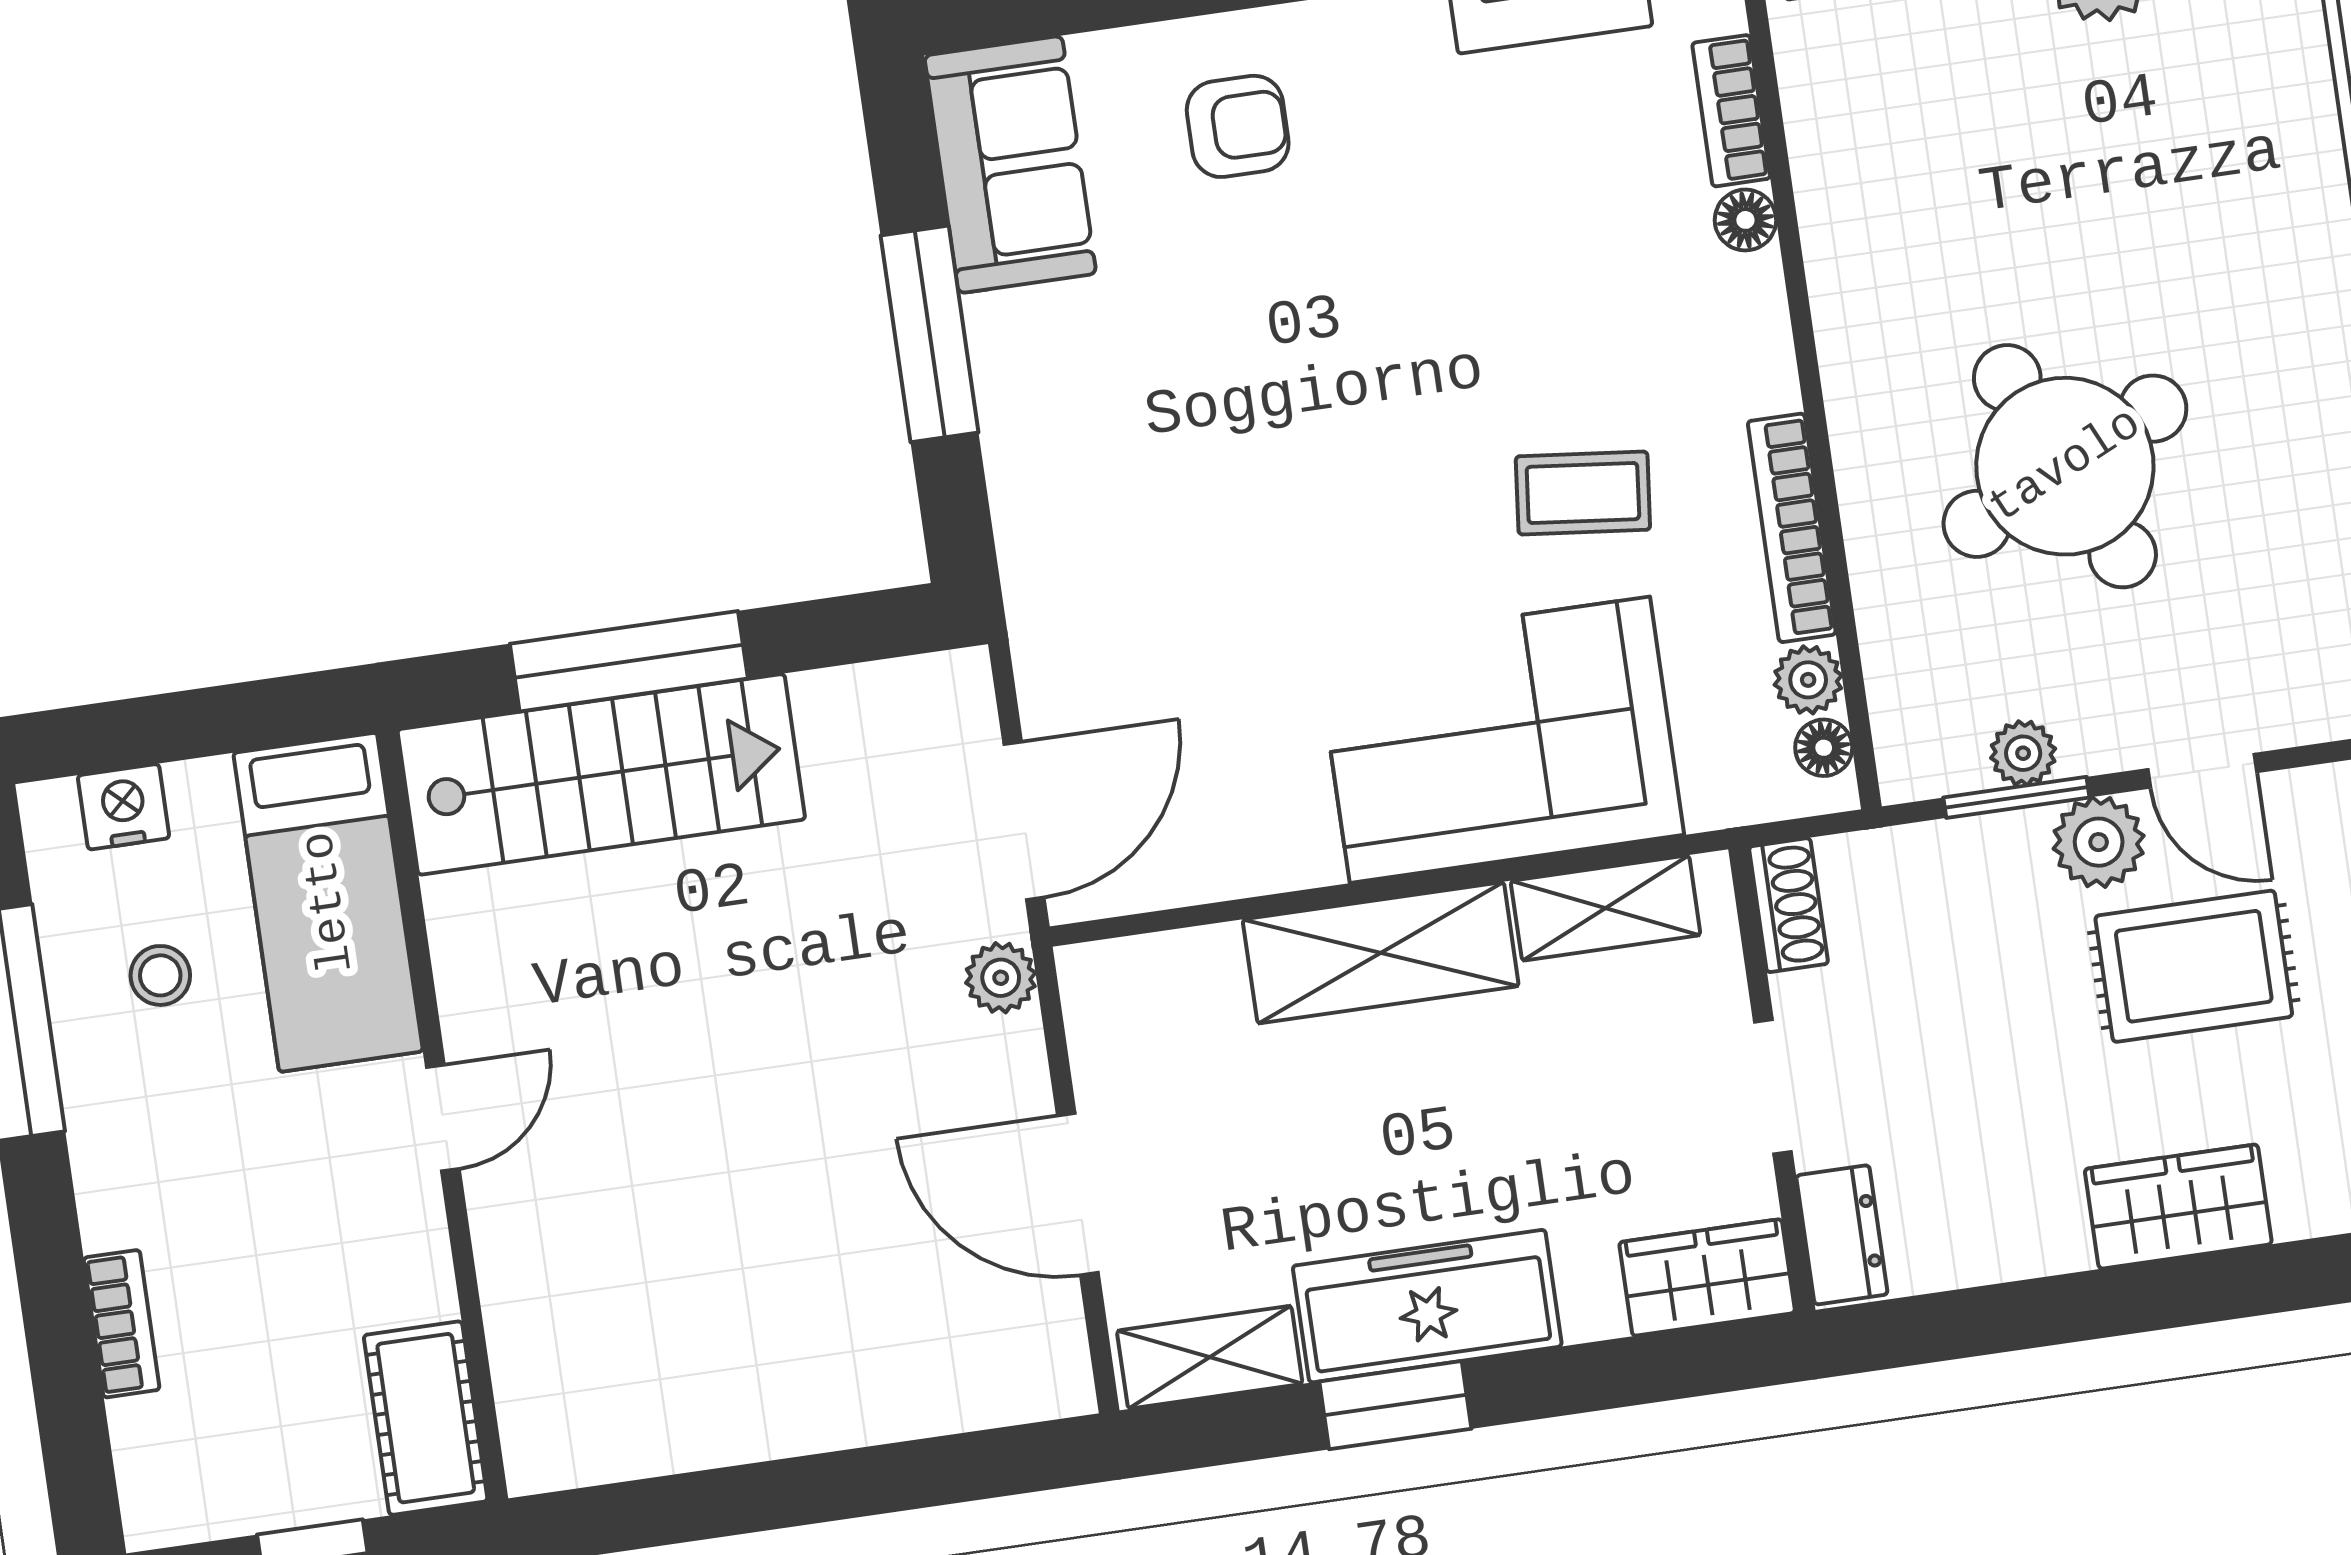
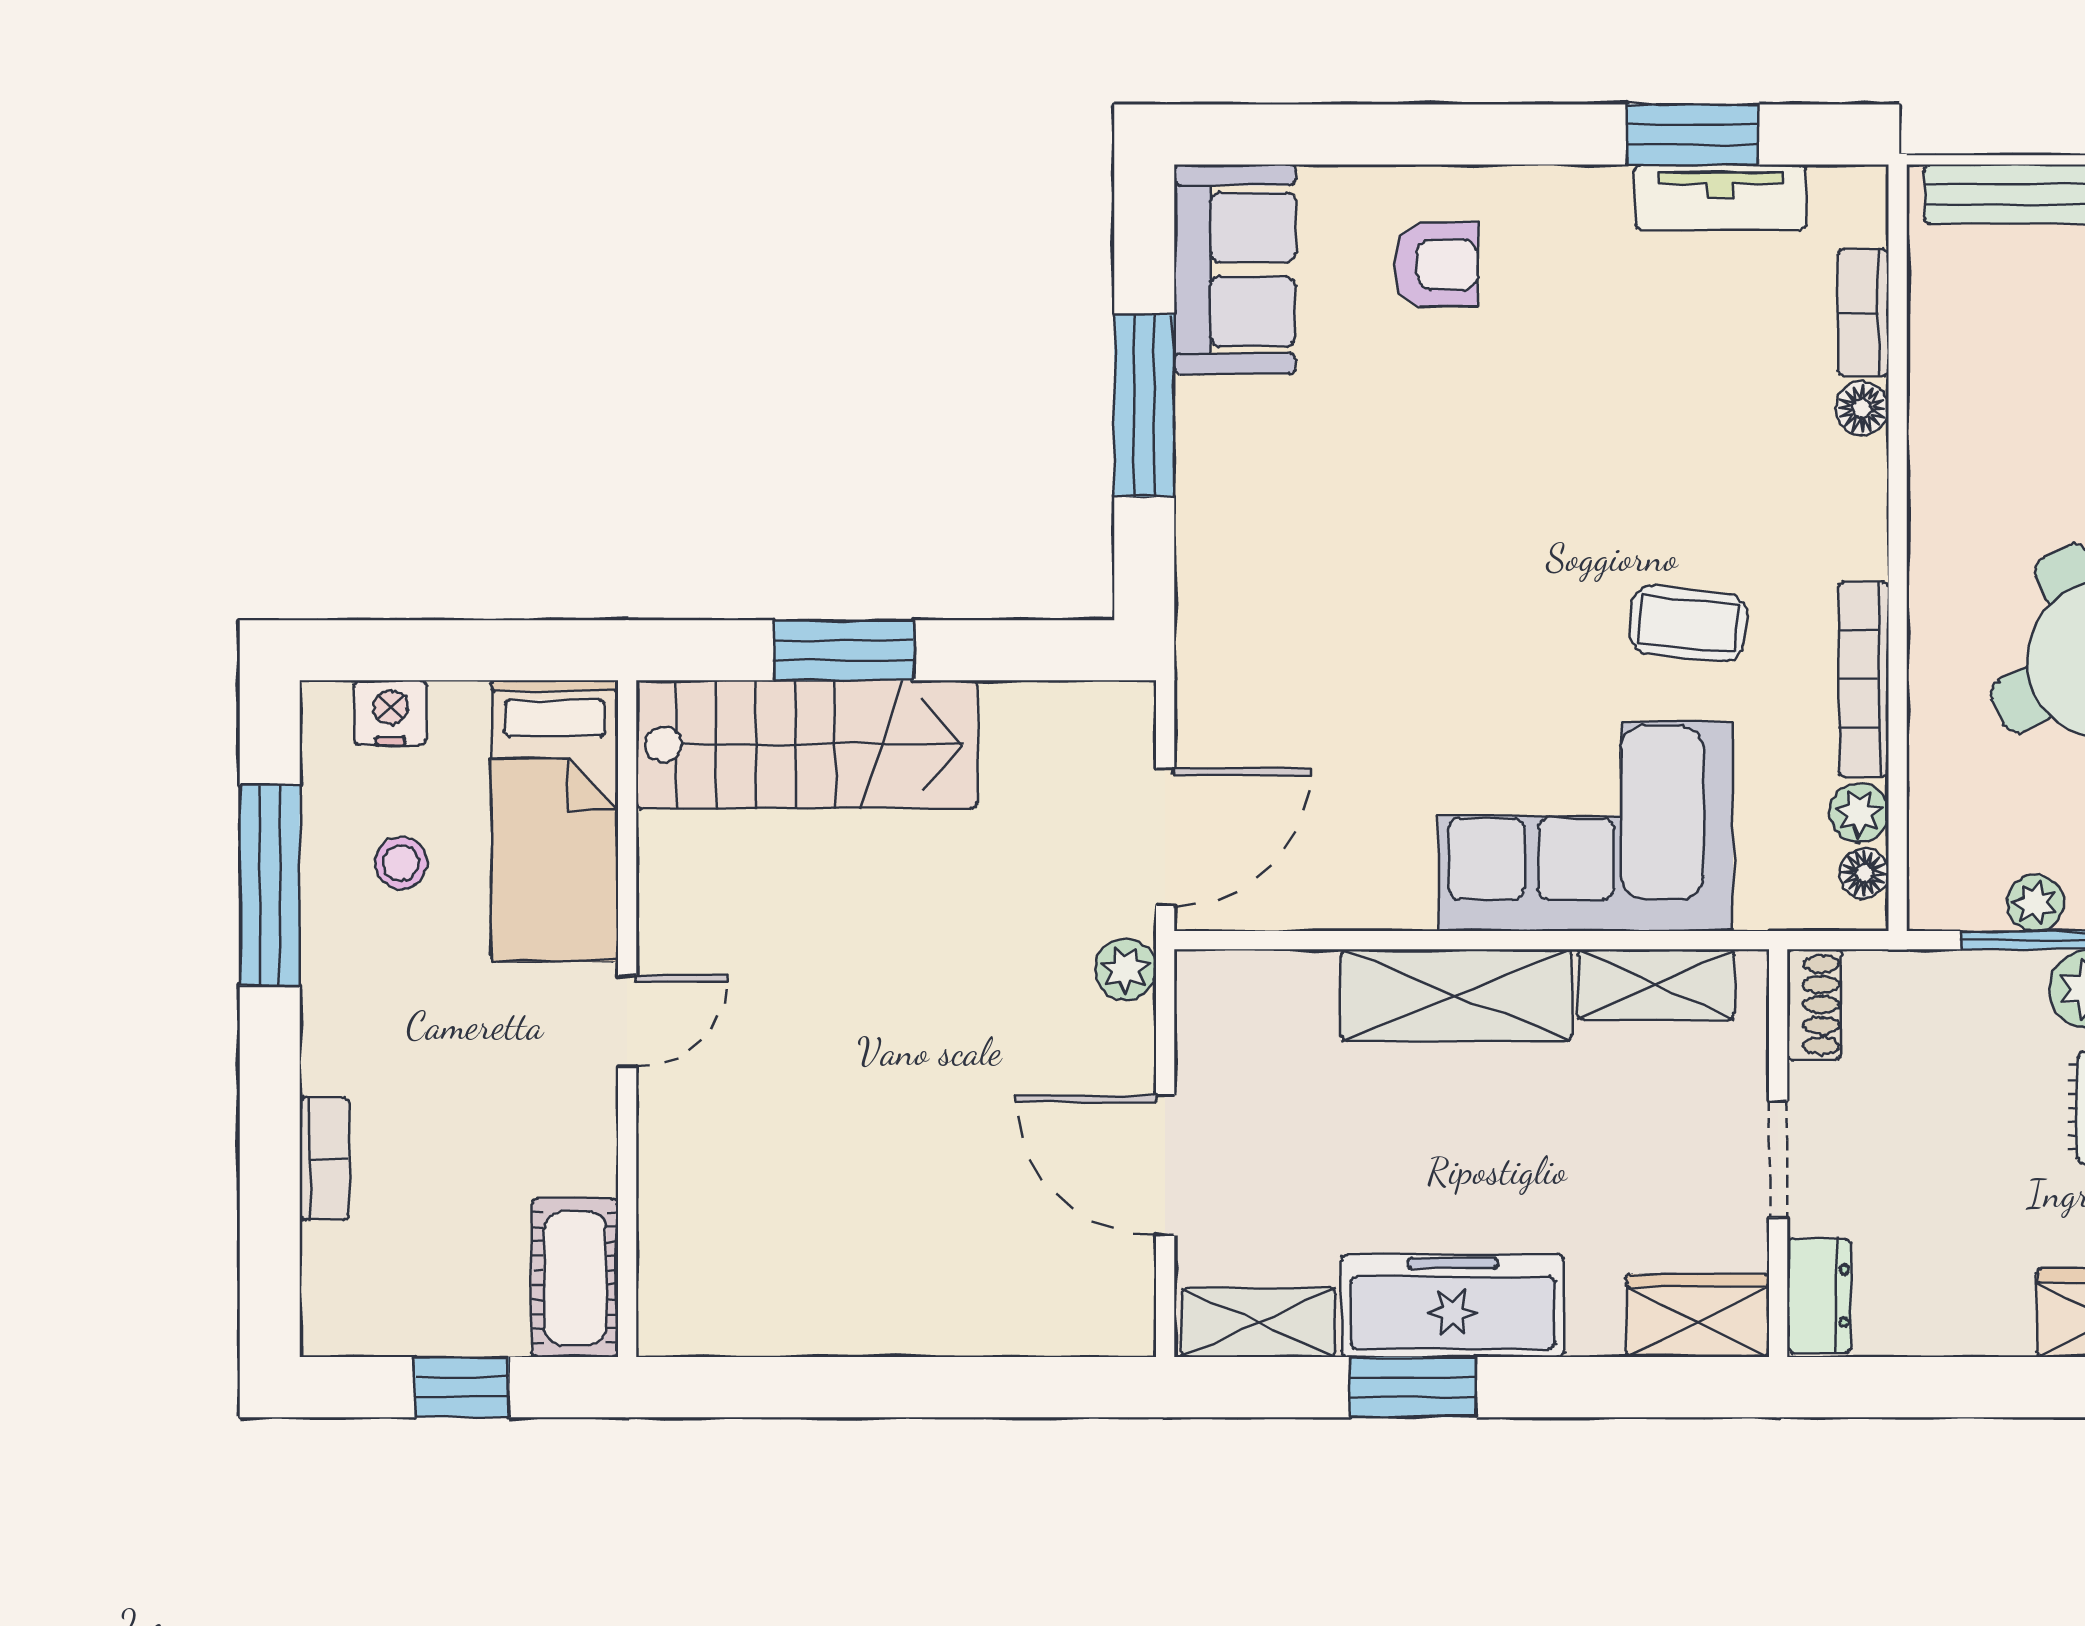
window: (629, 661) -> (844, 650), width x0.69

